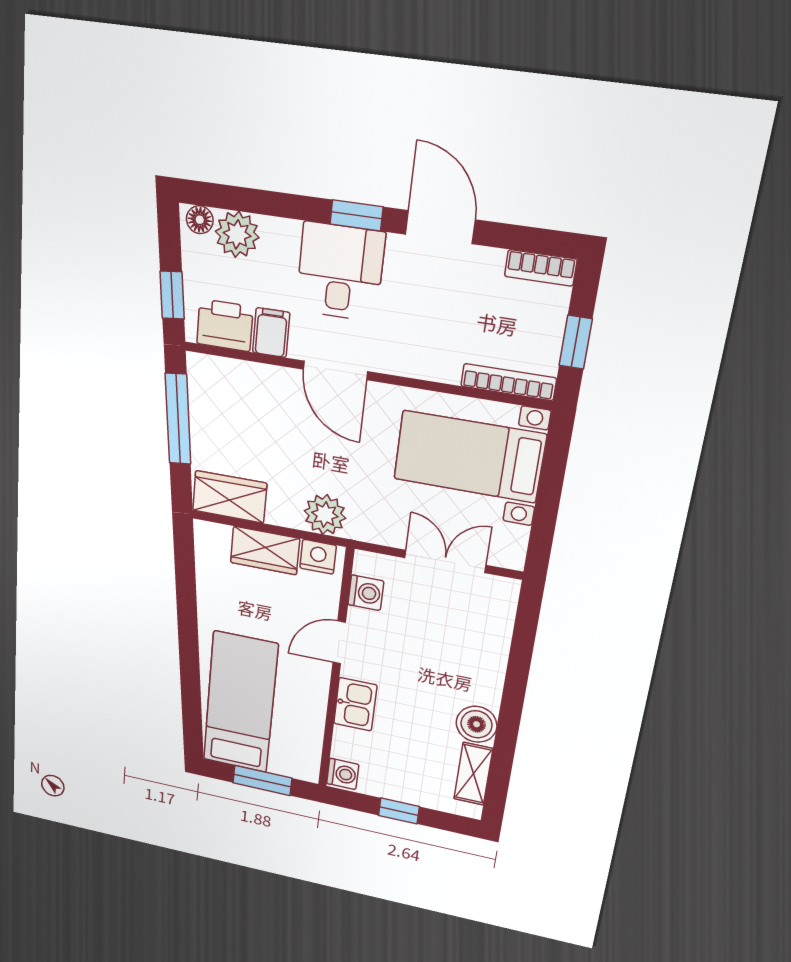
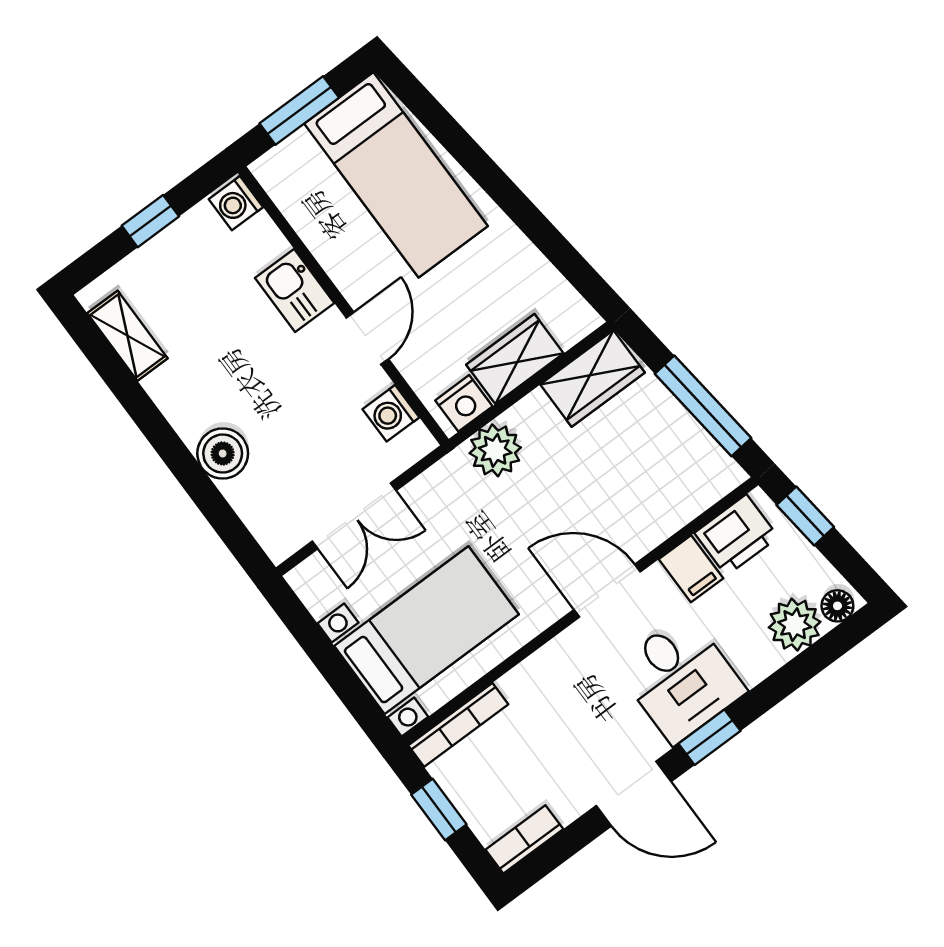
boiler: (477, 724) -> (223, 454), moved

